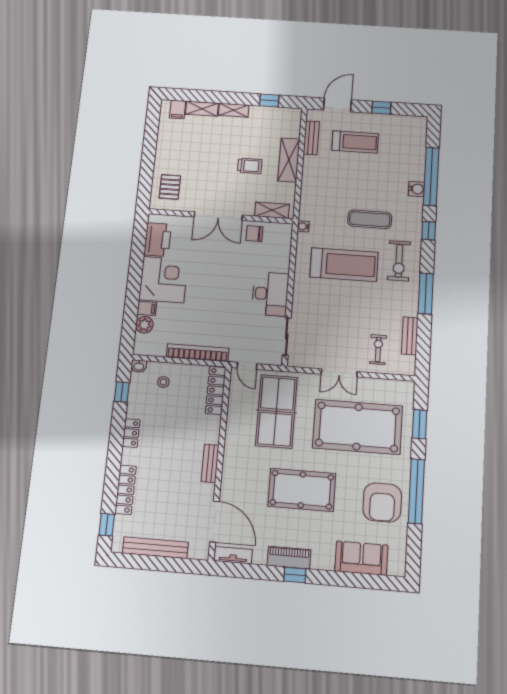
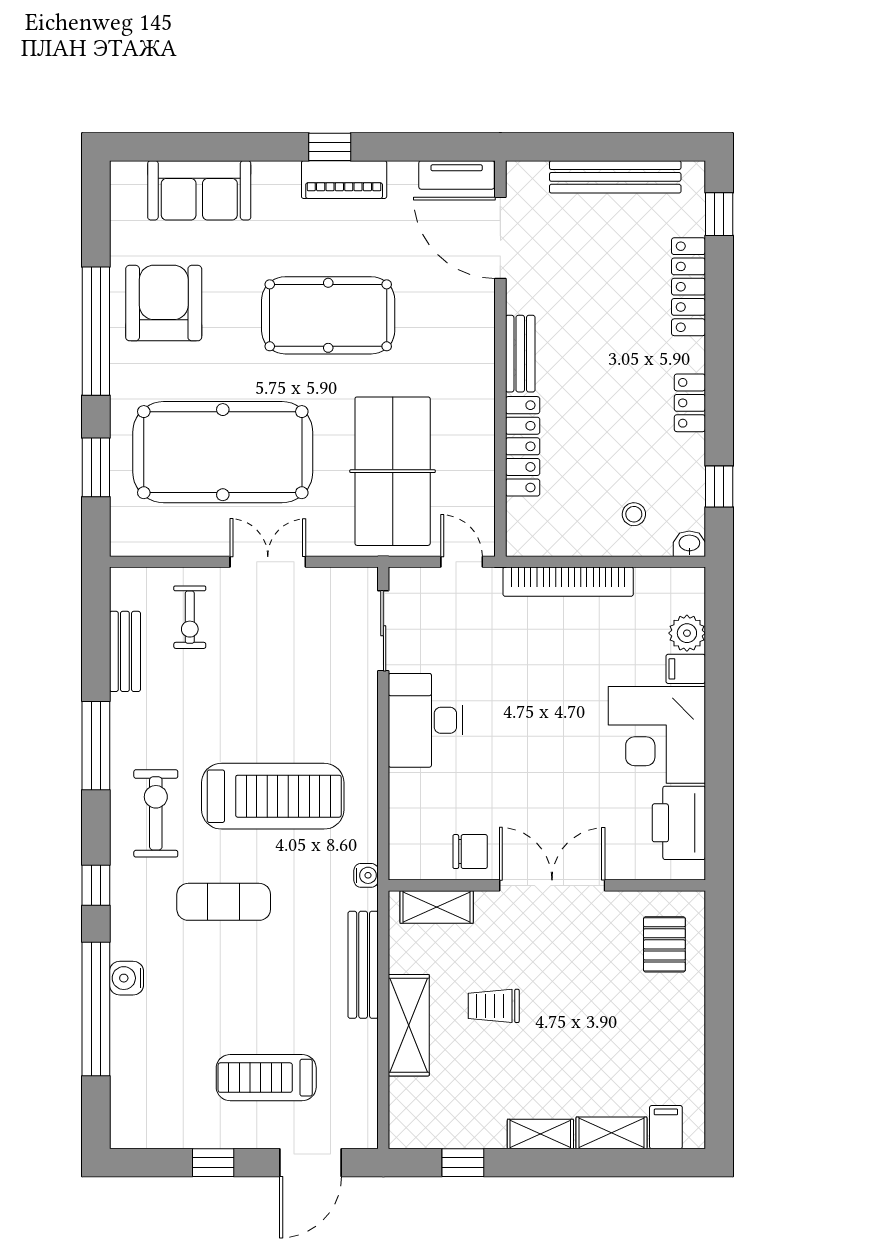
bench: (311, 138) -> (363, 965), moved, width x1.36
treadmill: (344, 265) -> (273, 796), turned 180
locker: (216, 390) -> (523, 446), moved

